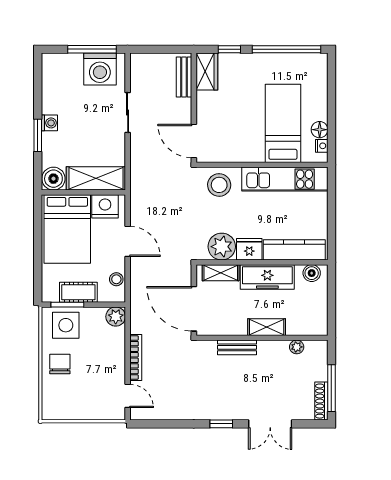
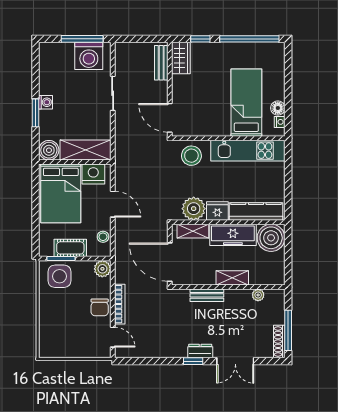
boiler: (312, 273) -> (271, 238), width x1.86, depth x1.86
chair: (60, 364) -> (100, 307), moved, turned 180
dresser: (229, 412) -> (200, 351), added

